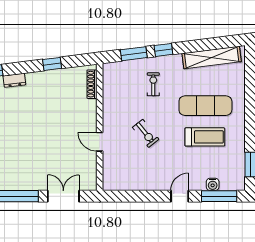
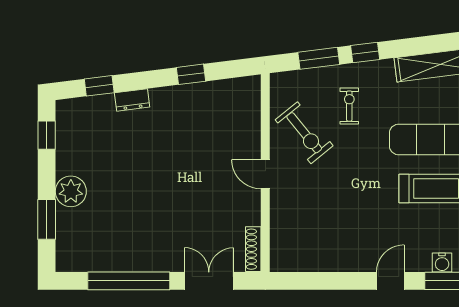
shoe rack: (92, 84) -> (253, 249), moved
exercise bike: (146, 133) -> (304, 133), moved, width x1.38, depth x1.39
door: (100, 142) -> (265, 174), moved

